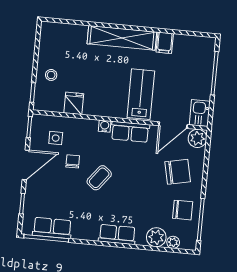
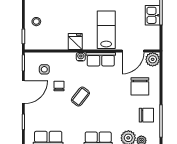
fridge: (74, 103) -> (75, 42), moved
kitchen sink: (200, 113) -> (153, 15), moved
chair: (178, 172) -> (140, 86), turned 102

